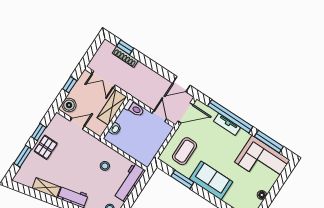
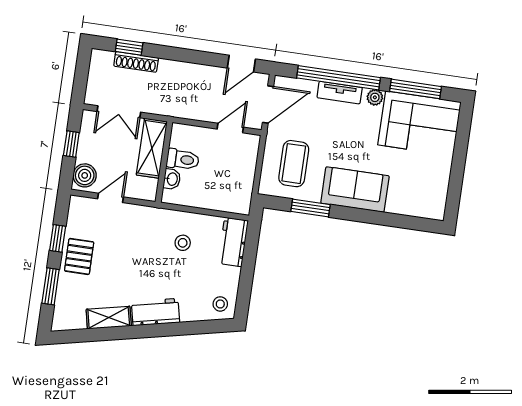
toilet: (134, 108) -> (183, 159), moved
door: (159, 116) -> (230, 128), hinge flipped
plant: (245, 136) -> (375, 97), added
workbench: (129, 183) -> (233, 242), width x0.73
floor lamp: (262, 195) -> (443, 175), removed

